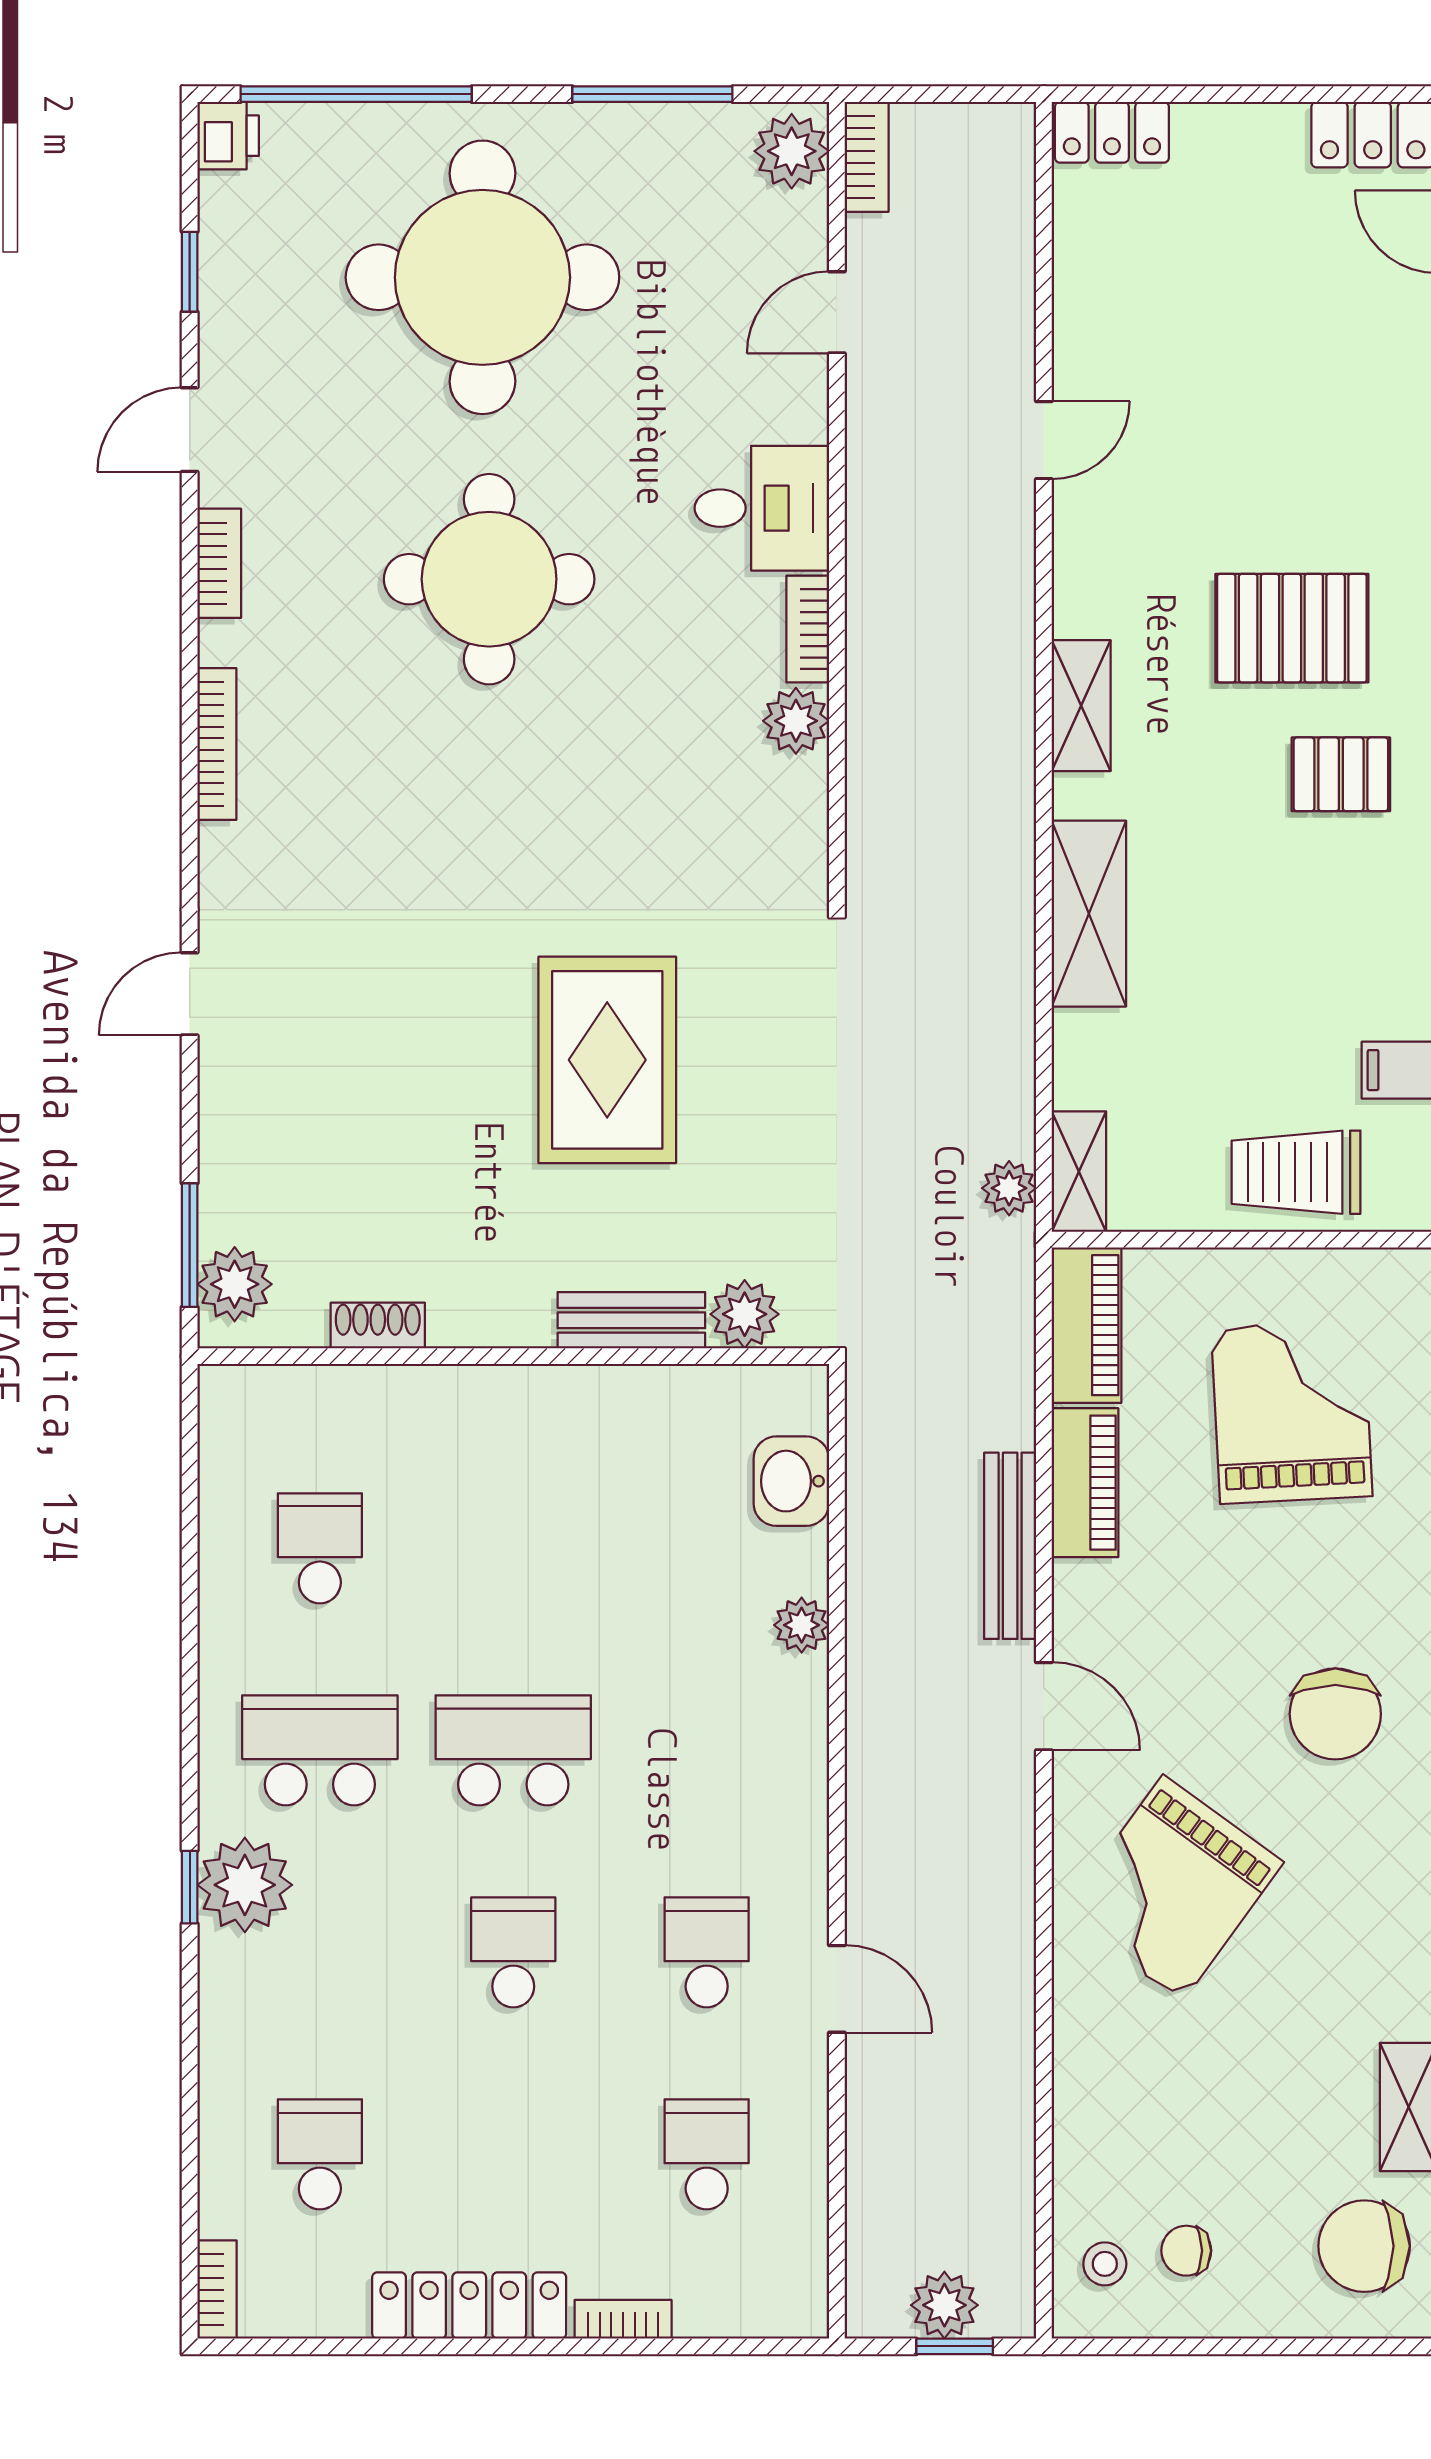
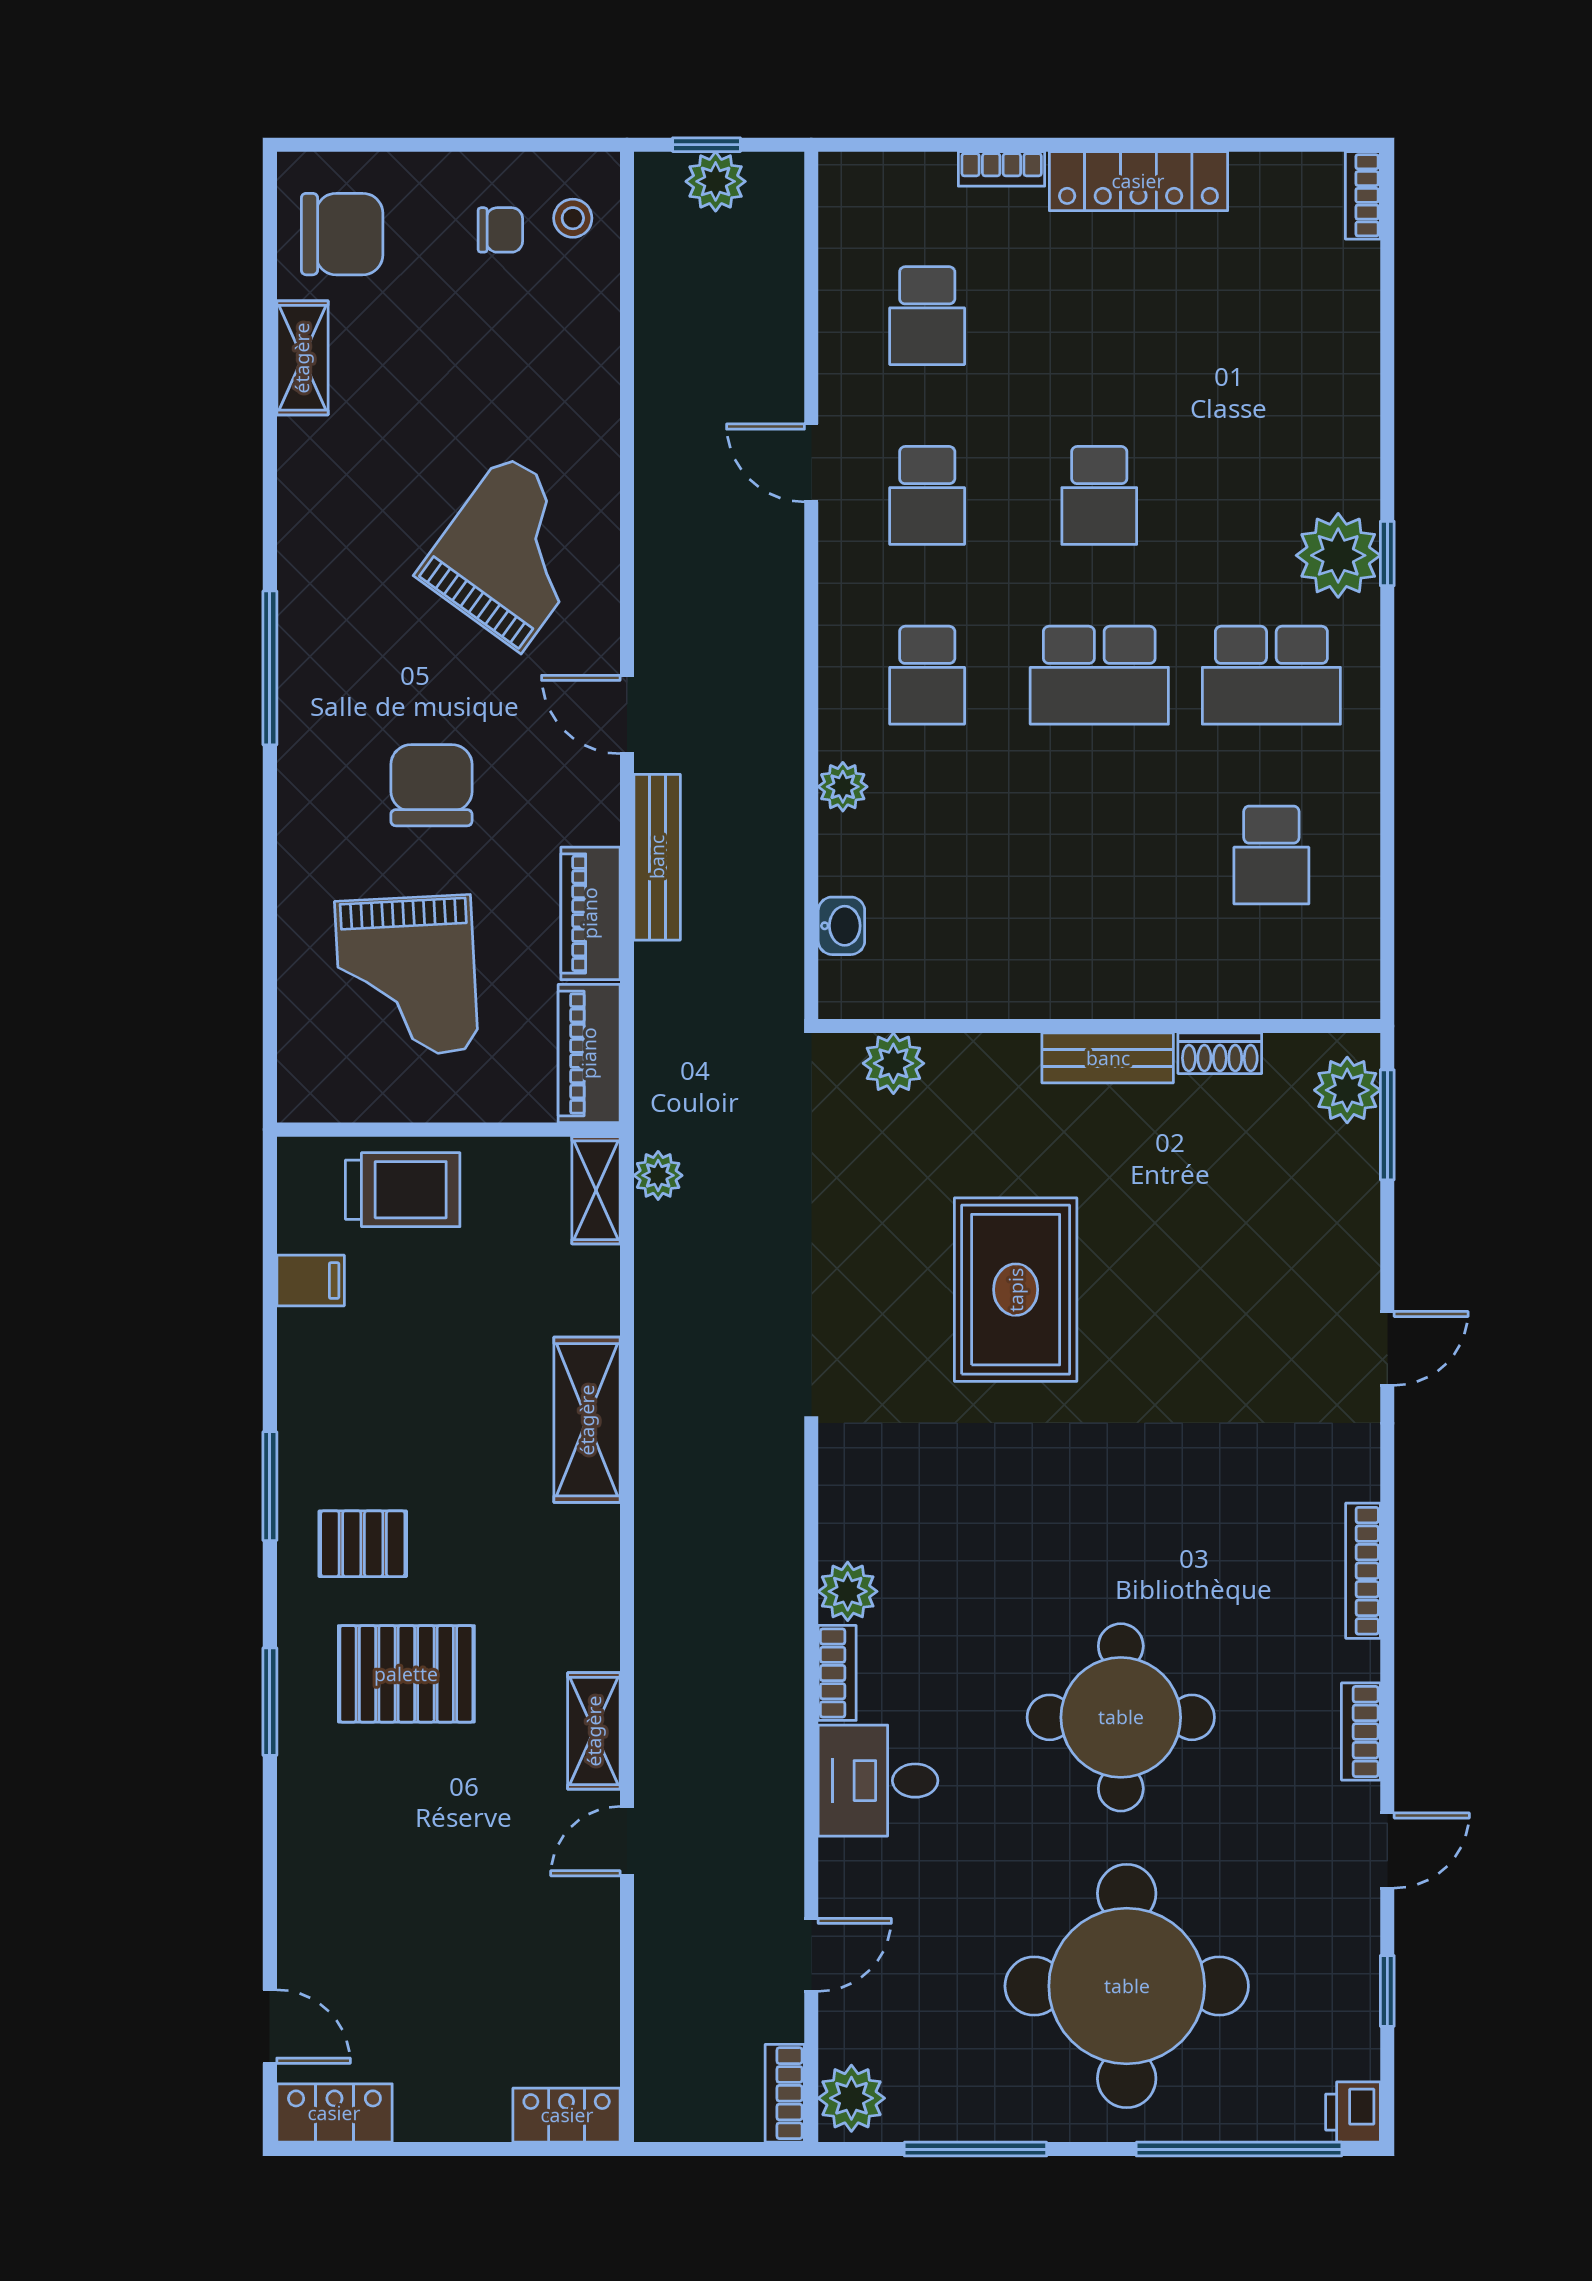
shelving: (1081, 706) -> (594, 1731), moved
bench: (631, 1320) -> (1108, 1058), moved
washbasin: (791, 1481) -> (841, 926), width x0.72, depth x0.69
chair: (1335, 1714) -> (431, 785), moved
school desk: (320, 2154) -> (927, 675), moved

